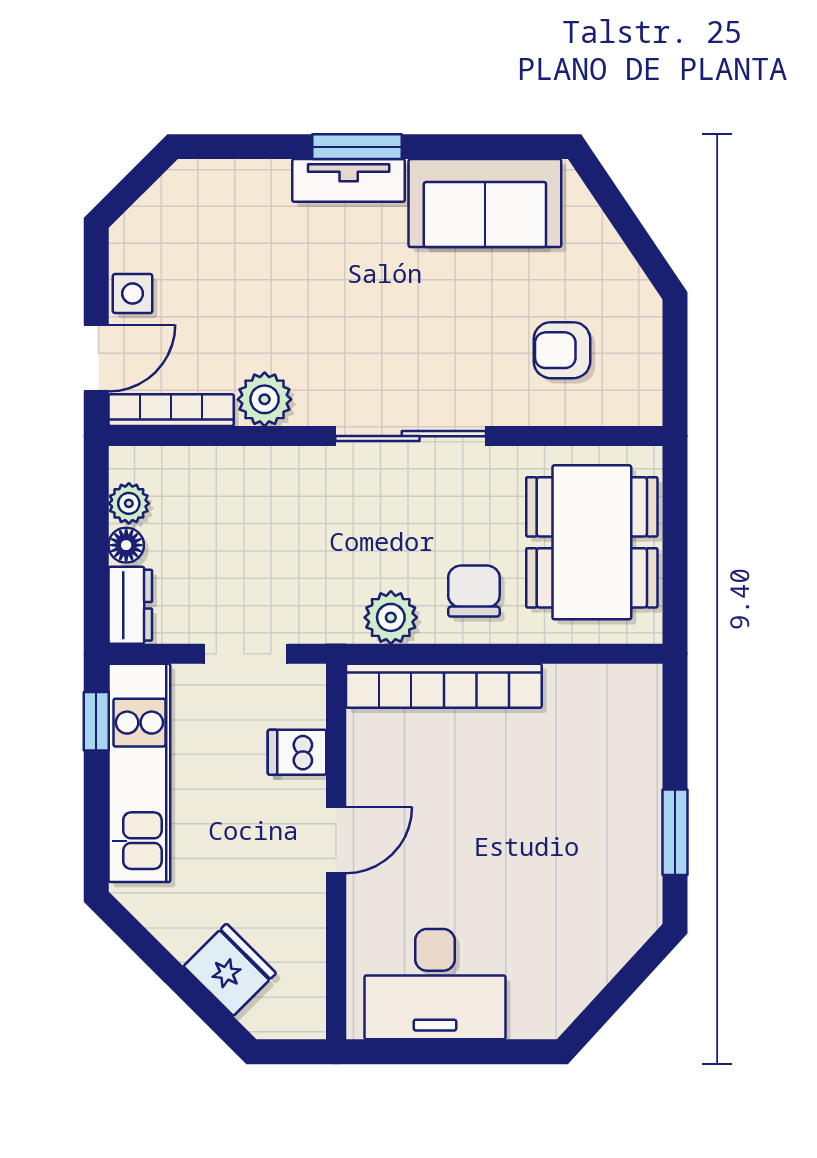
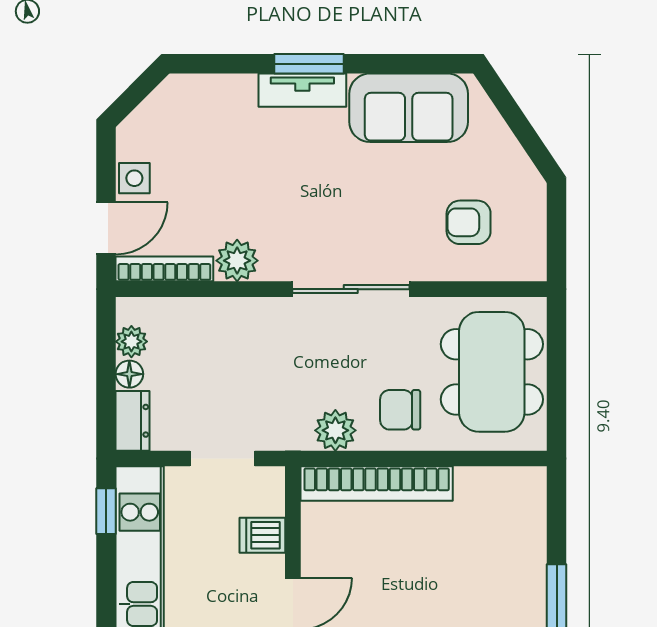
chair: (474, 591) -> (400, 410), turned -90

